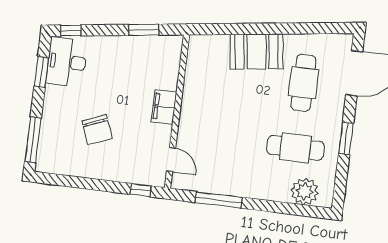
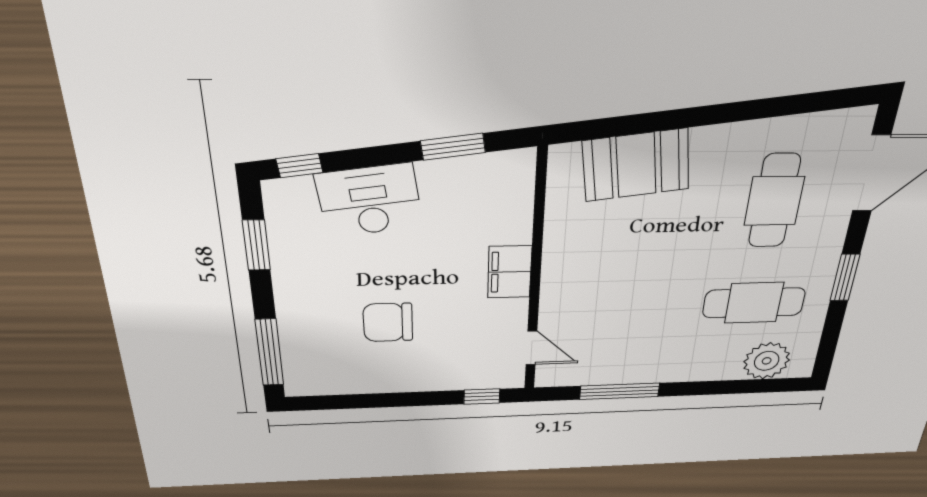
booth: (256, 52) -> (636, 165), moved
desk: (67, 62) -> (370, 200), moved, turned 82
chair: (97, 130) -> (388, 322), turned 112

